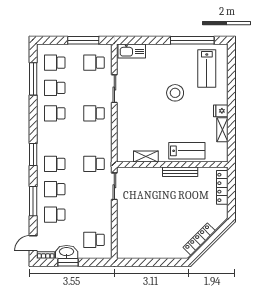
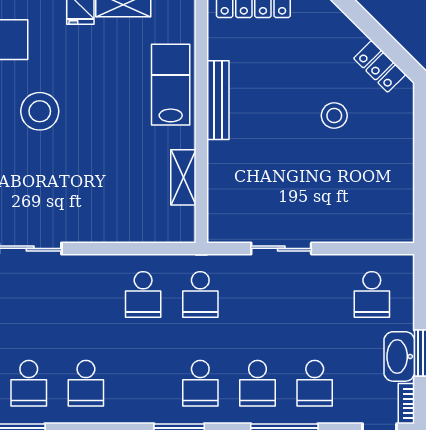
school desk: (94, 113) -> (143, 294), moved
sliding door: (114, 186) -> (281, 248), moved
stool: (173, 223) -> (334, 116), added
locker: (199, 239) -> (380, 66), width x0.66

